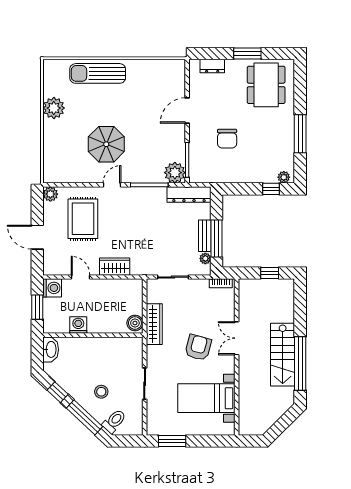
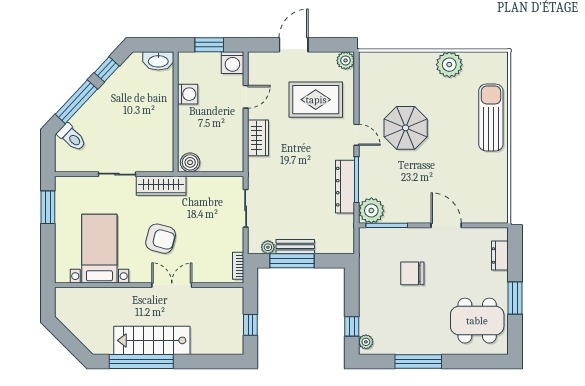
dresser: (189, 194) -> (345, 187), moved
wardrobe: (154, 324) -> (161, 186), moved
stool: (101, 392) -> (107, 122), removed

